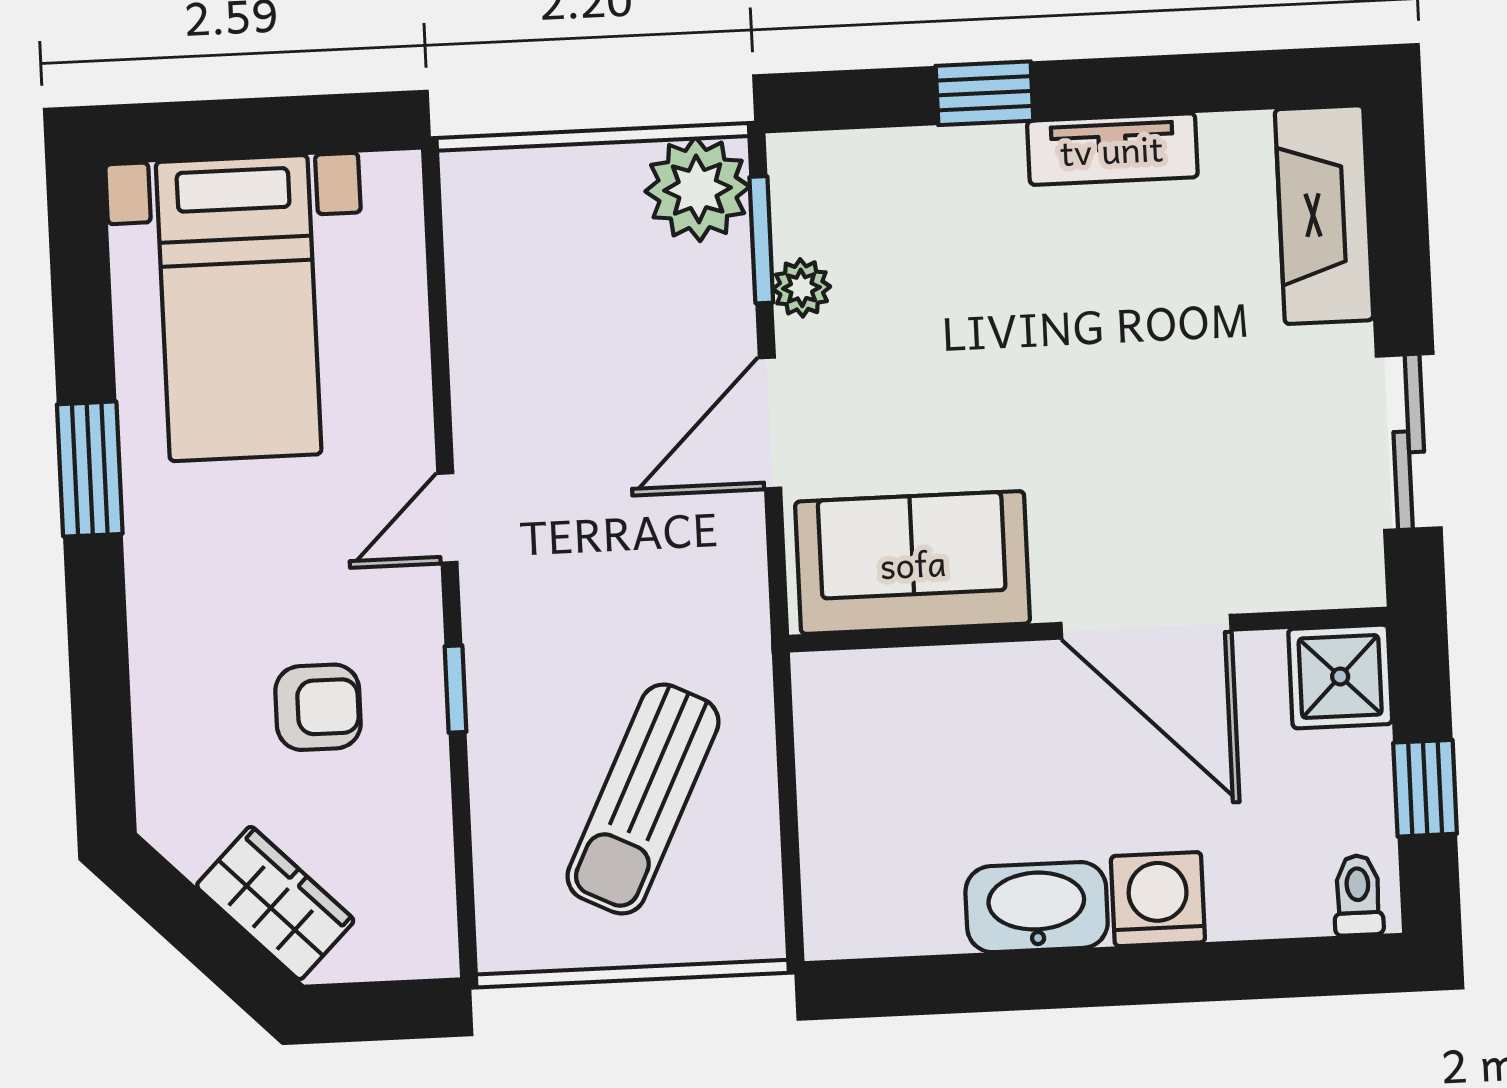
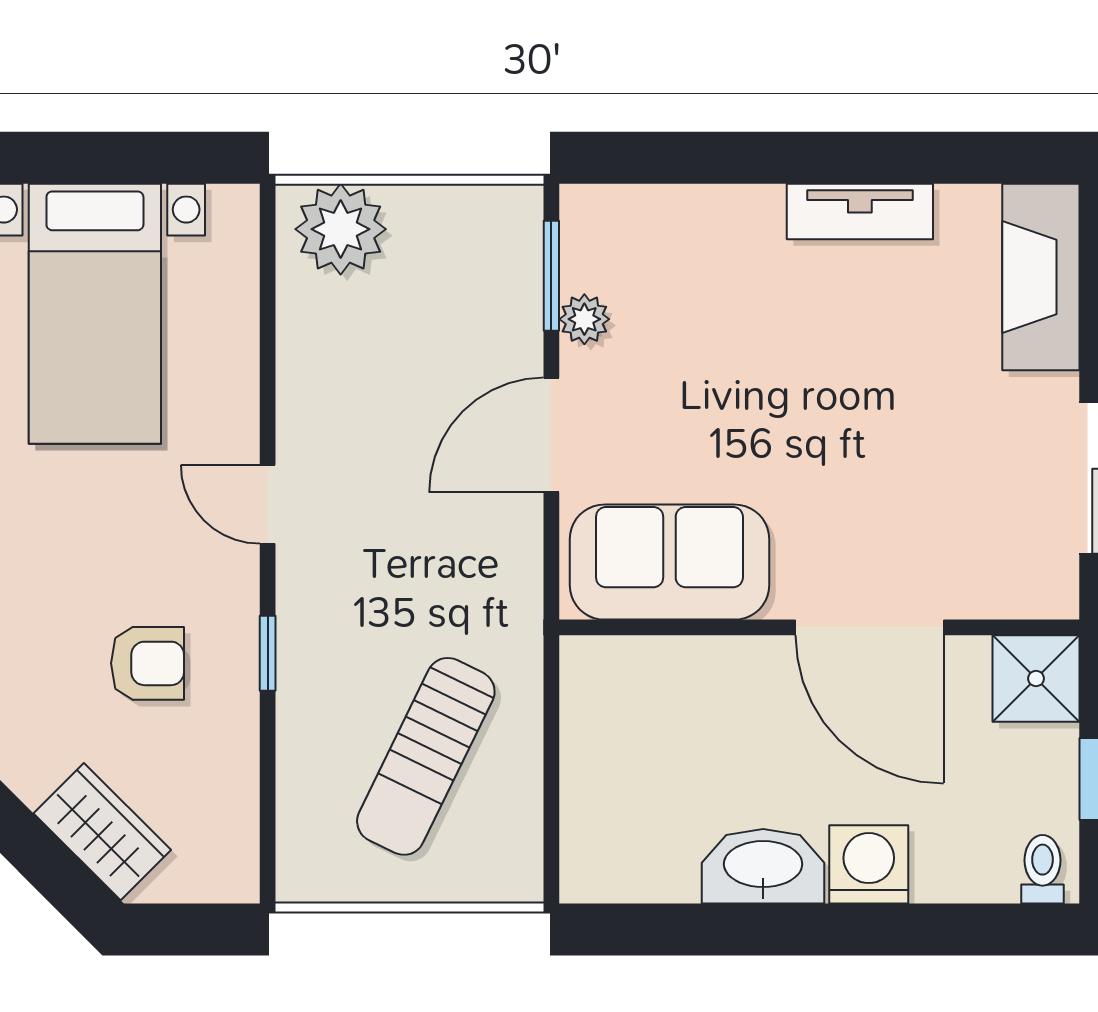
window: (984, 93) -> (751, 158), removed
plant: (698, 189) -> (341, 229), moved
door: (447, 518) -> (268, 504), hinge flipped

